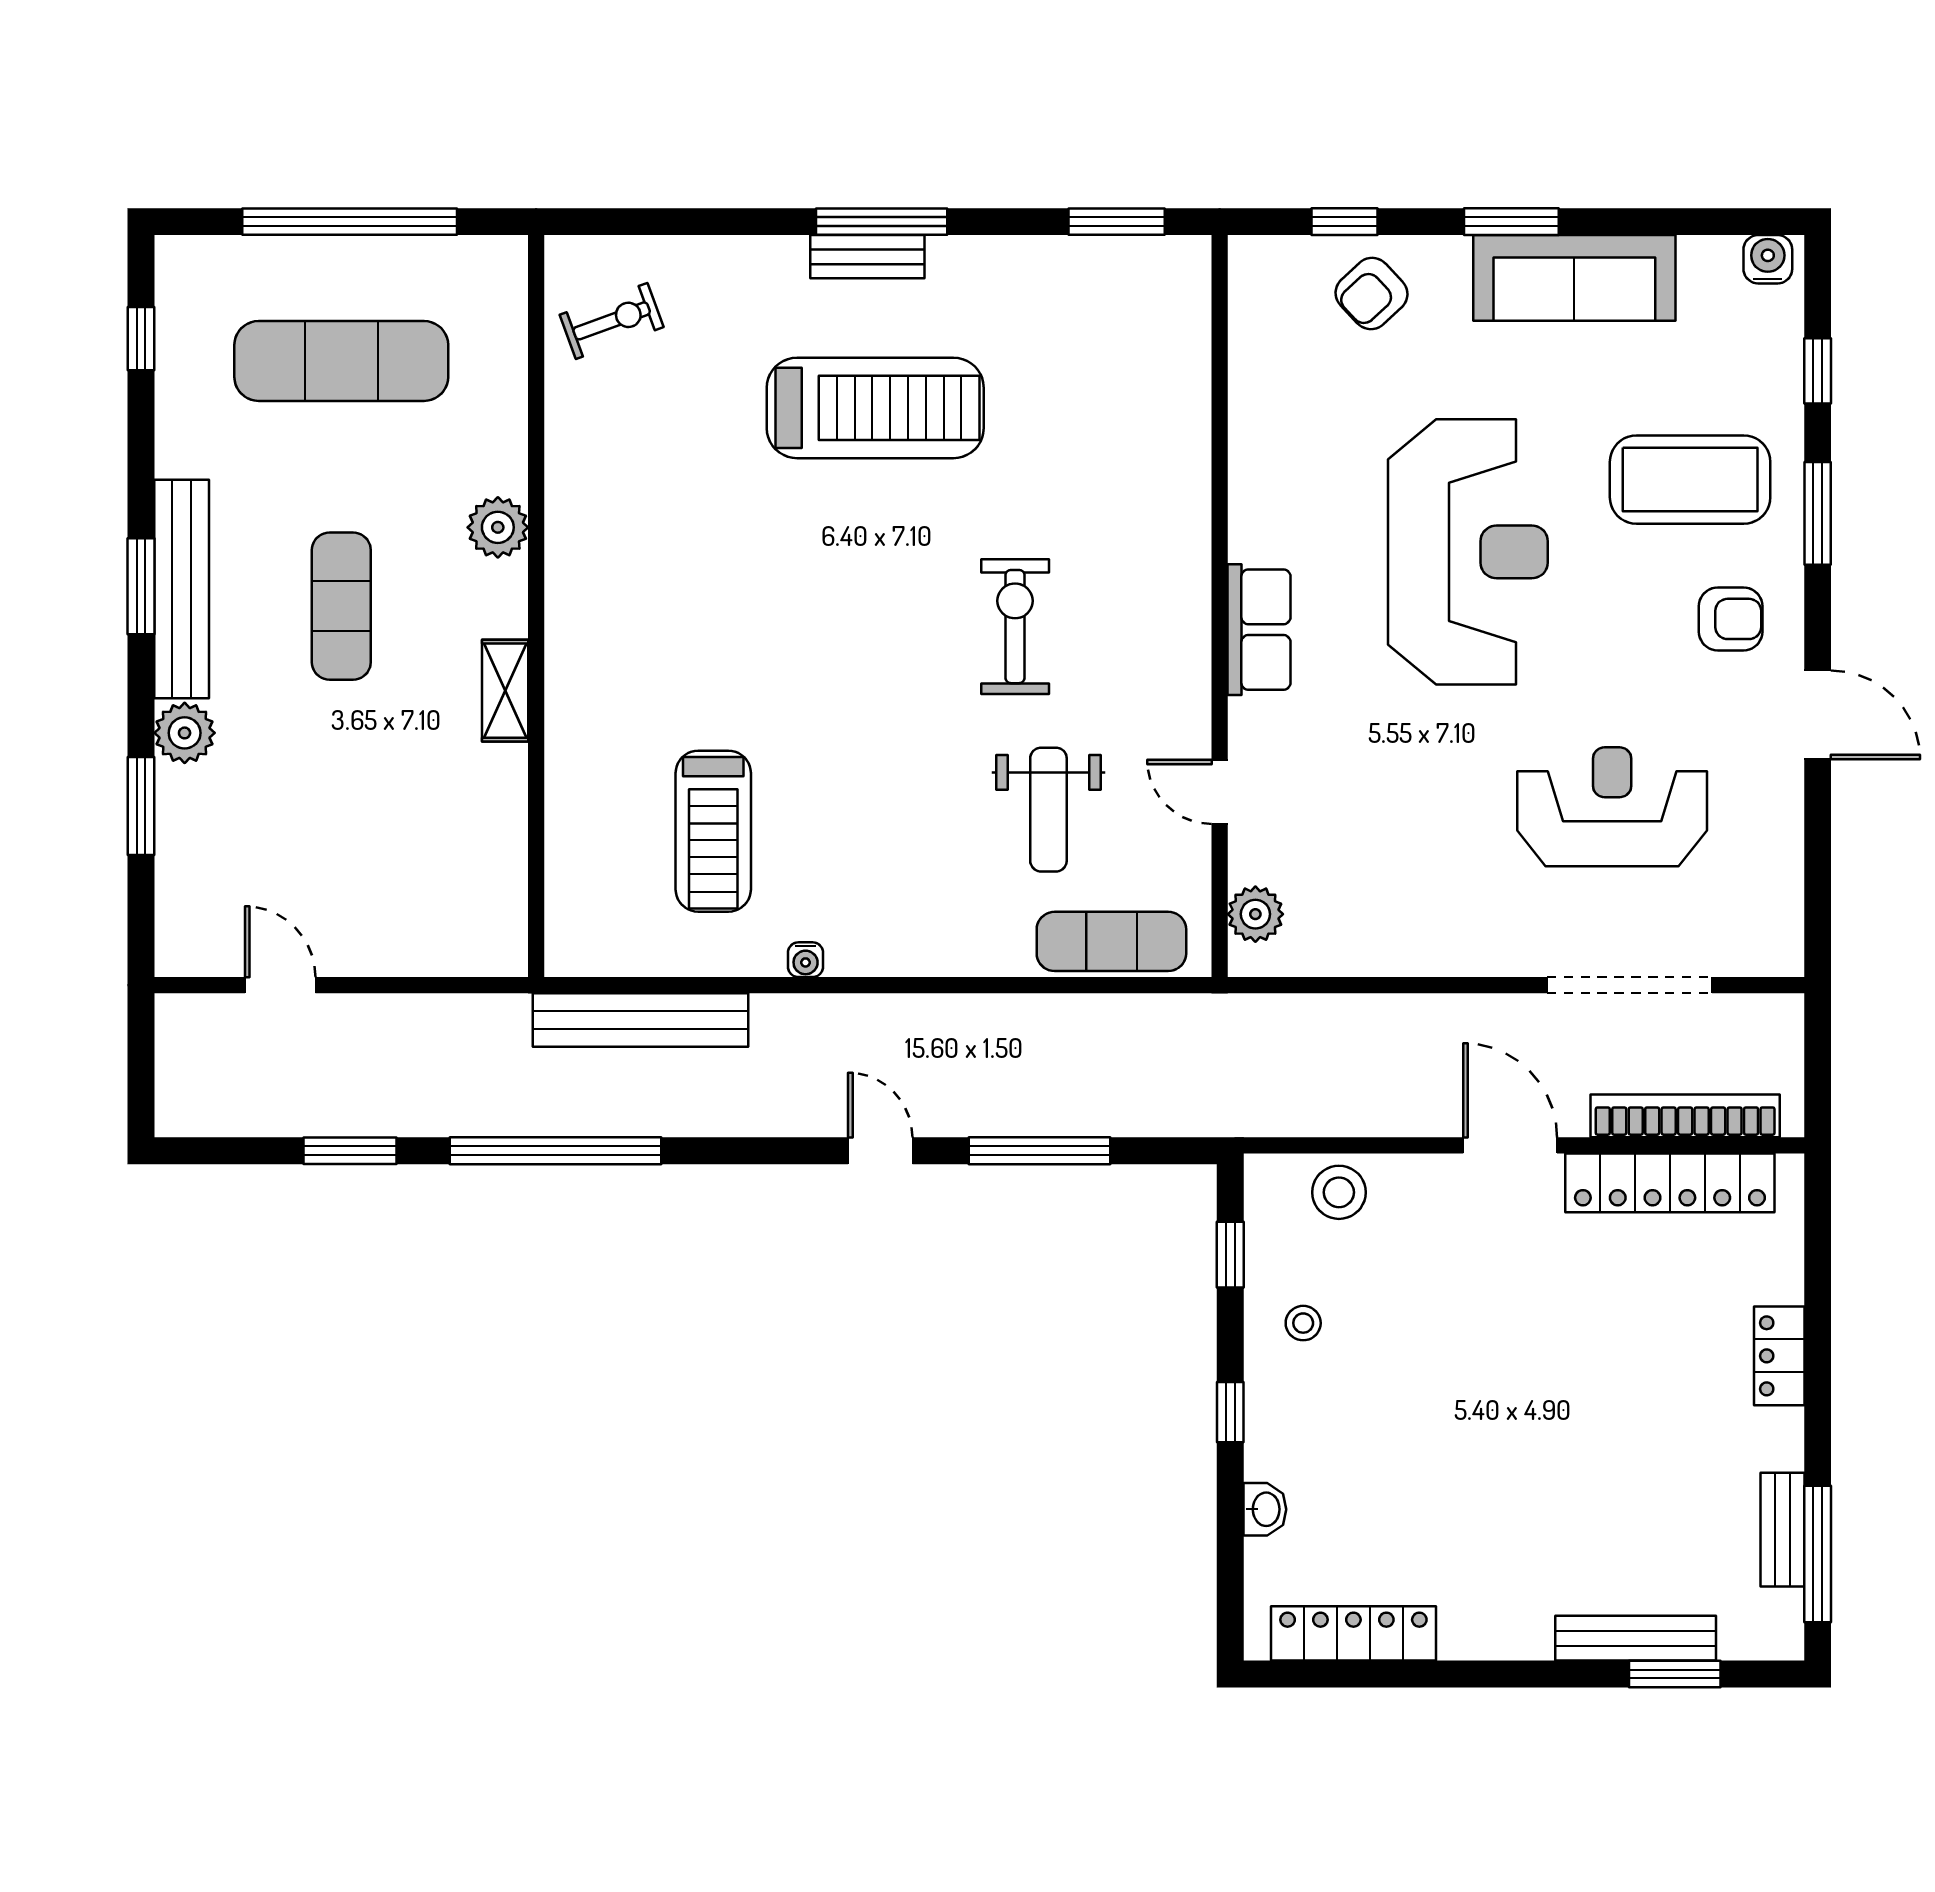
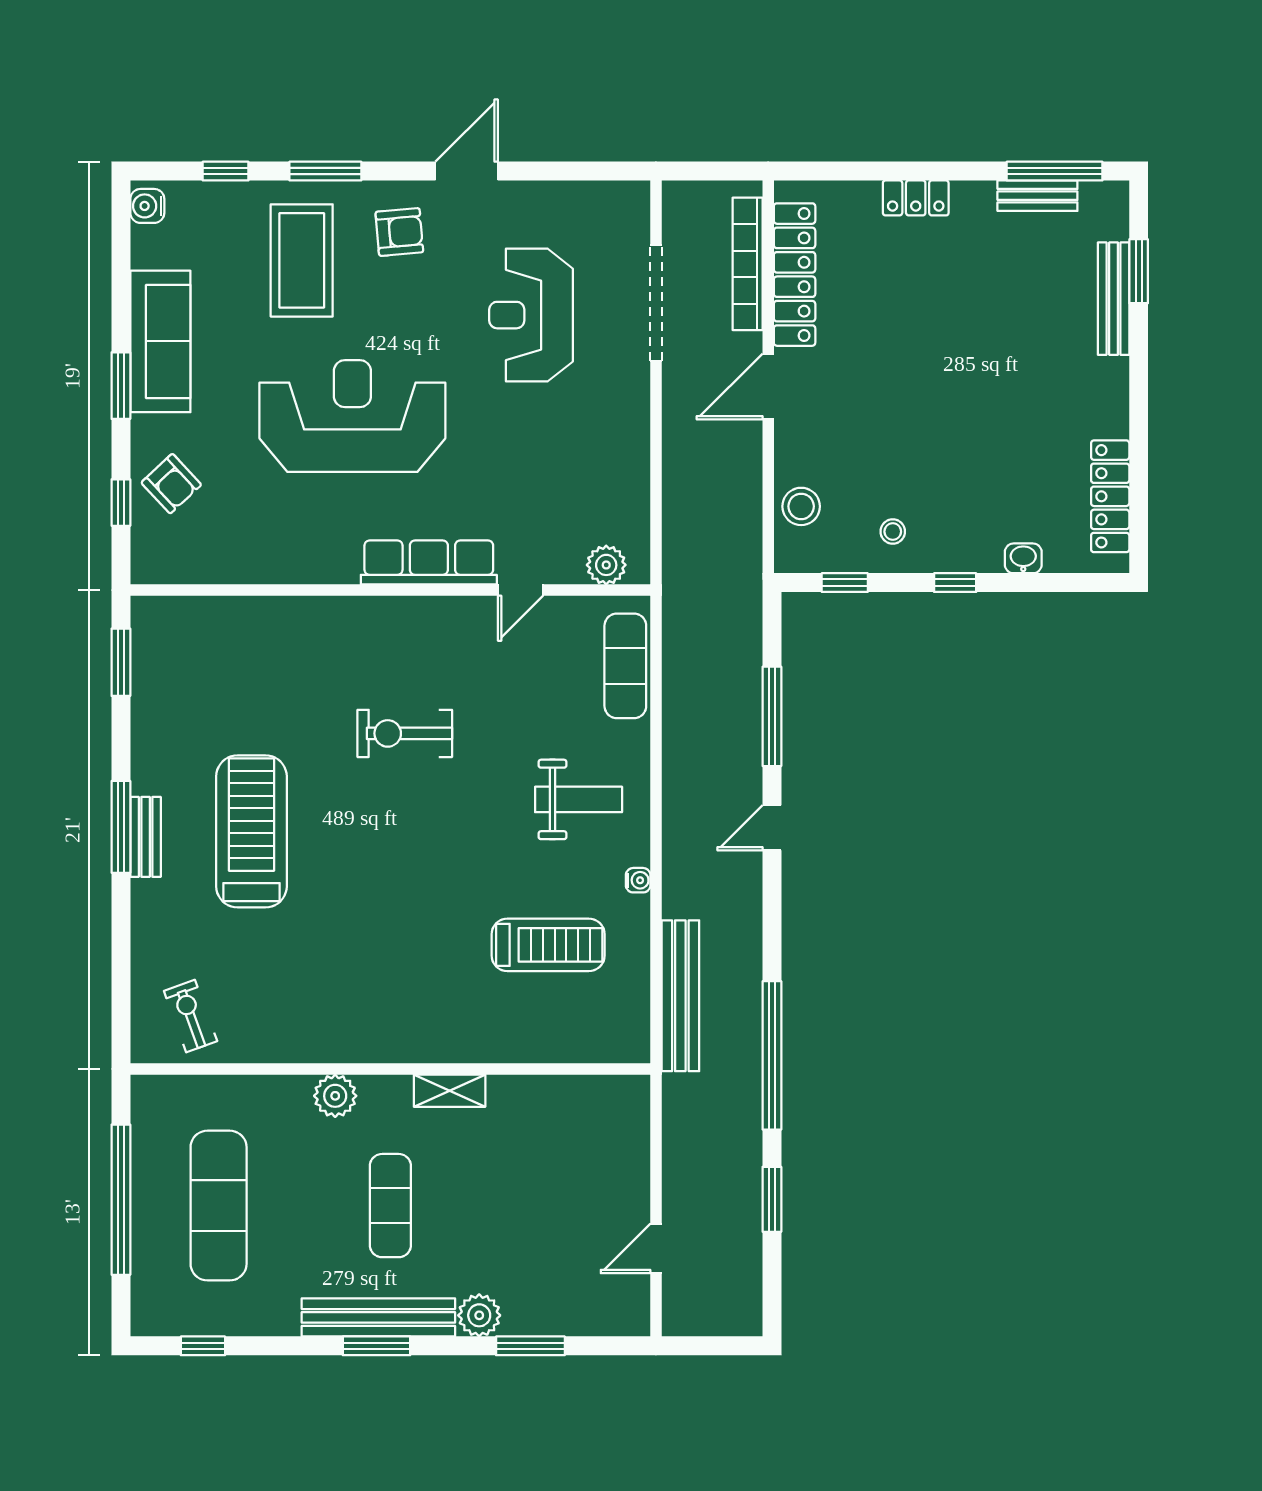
exercise mat: (341, 606) -> (390, 1206), turned 90
armchair: (1731, 619) -> (399, 232), turned 85
row of seats: (1259, 630) -> (429, 562), width x1.48
weight bench: (1048, 810) -> (579, 799), moved

